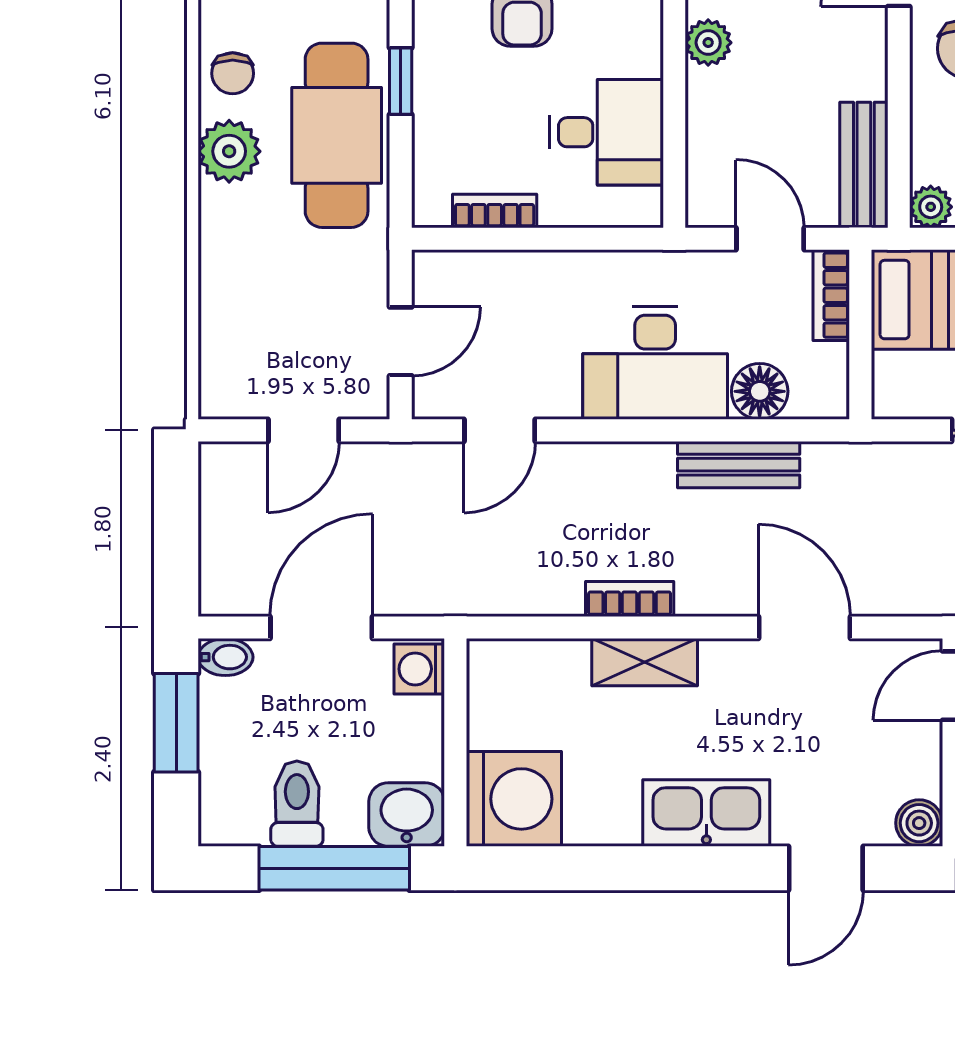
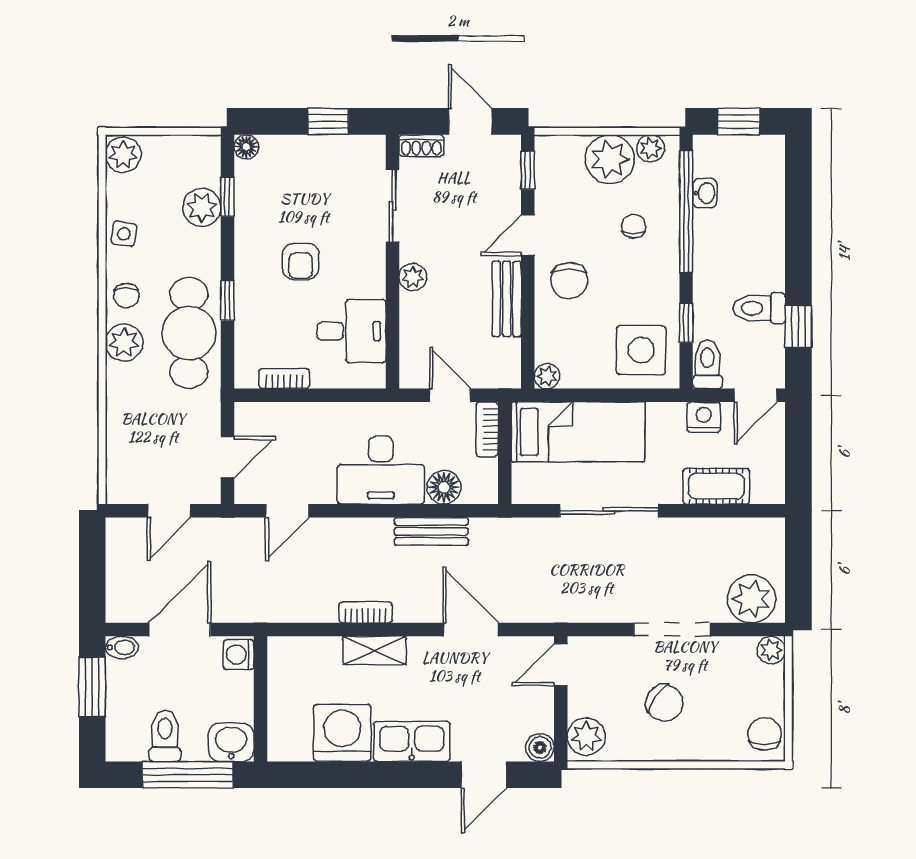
bench: (864, 165) -> (507, 299), moved
washing machine: (514, 799) -> (342, 733), moved, turned -90

